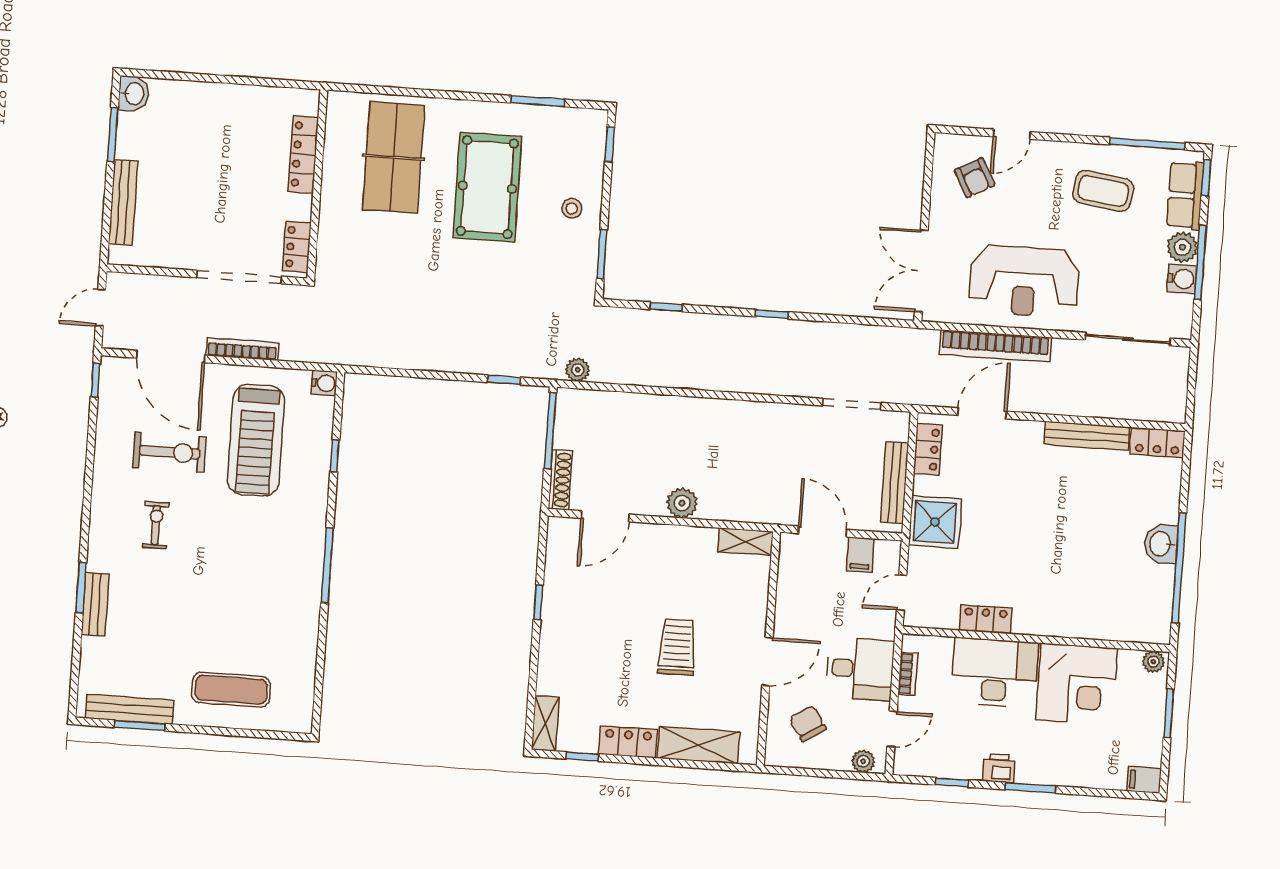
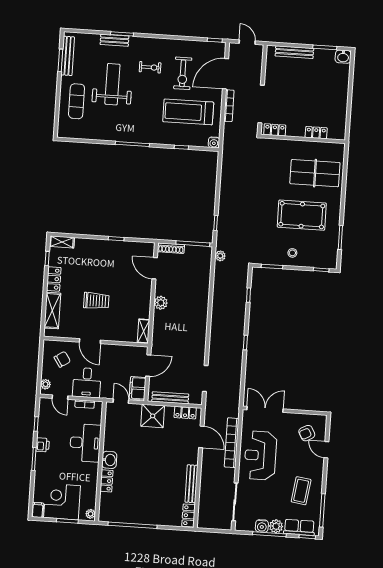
locker: (303, 155) -> (316, 133), width x0.66
washbasin: (1161, 544) -> (109, 460), moved, turned 90
filing cabinet: (860, 555) -> (138, 388), width x2.00
weight bench: (193, 609) -> (112, 84), added
locker: (986, 619) -> (106, 481), moved
corner desk: (1077, 684) -> (62, 502), moved, turned 90

